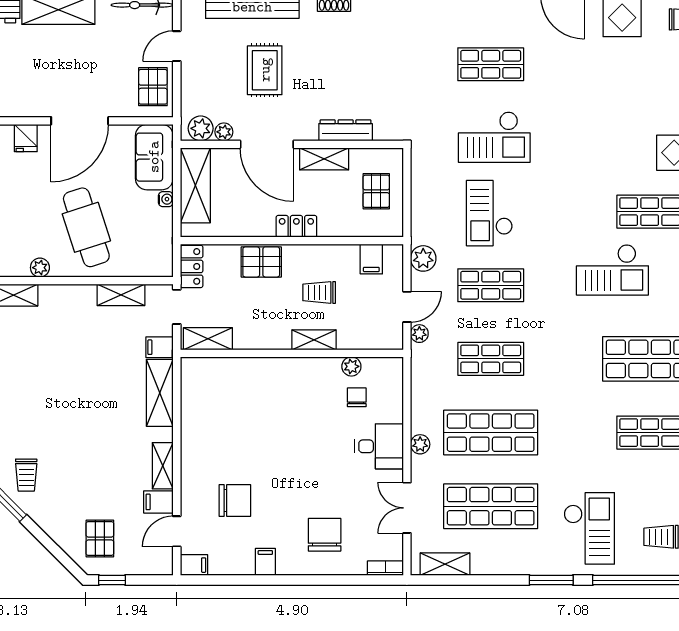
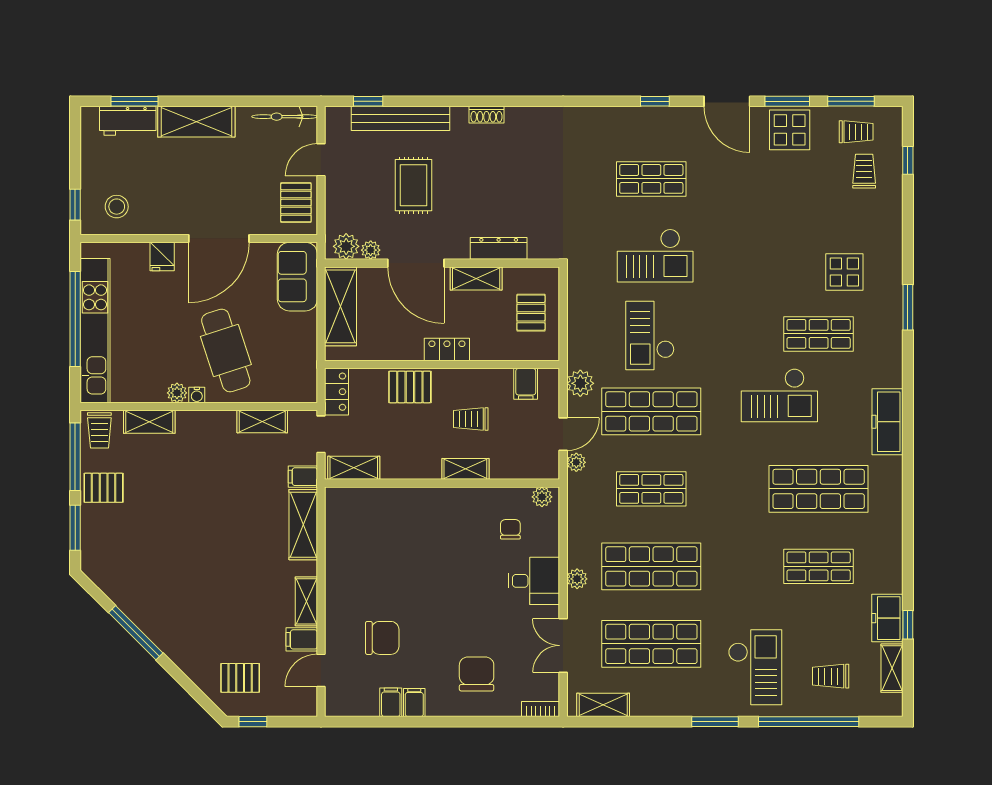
water cooler: (166, 199) -> (197, 395), moved, turned 90
shop shelf: (491, 285) -> (651, 411), width x1.43, depth x1.36
plant: (351, 366) -> (542, 497), moved
trolley: (26, 475) -> (163, 611), removed
pallet: (100, 538) -> (240, 678), turned 90
filing cabinet: (194, 565) -> (391, 702), moved, turned -90

